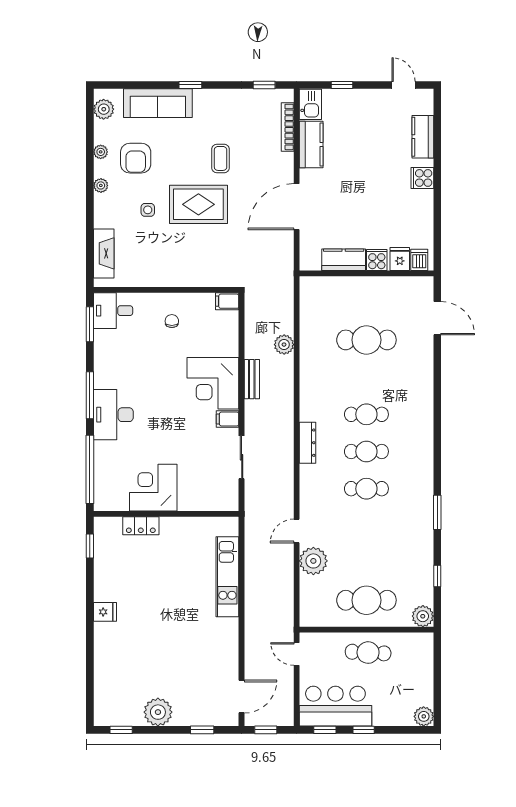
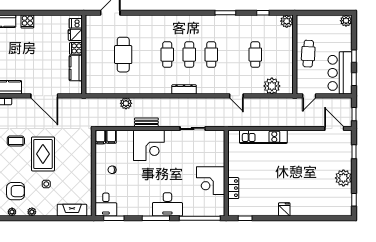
filing cabinet: (228, 419) -> (111, 137), moved
plant: (313, 561) -> (272, 86), moved
cafe table: (366, 600) -> (255, 55), moved, width x0.73, depth x0.74

